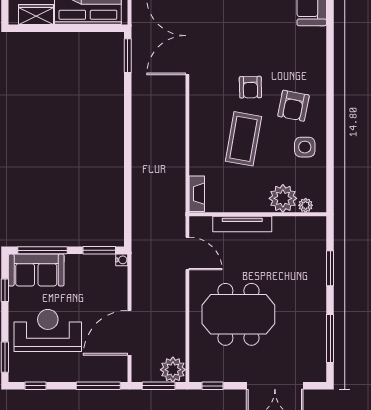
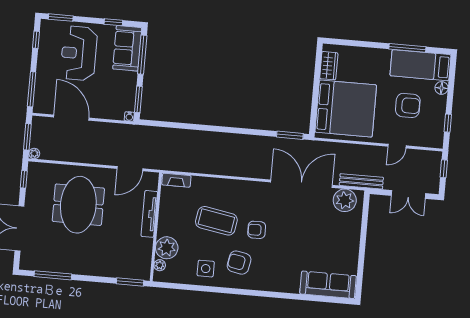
window: (330, 268) -> (130, 282), moved
reception desk: (48, 330) -> (79, 53), turned 180
plant: (173, 370) -> (34, 153), width x0.53, depth x0.53

